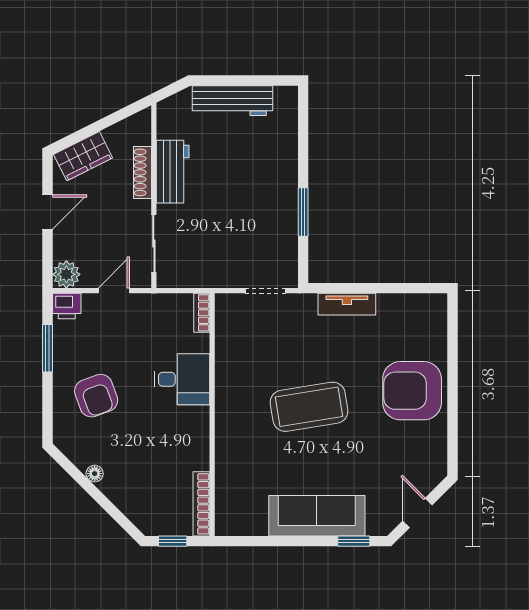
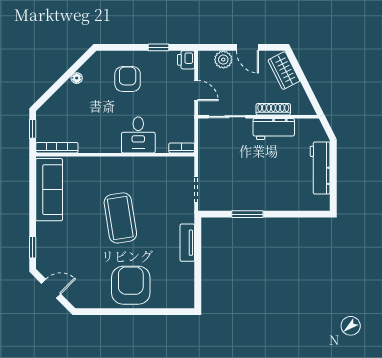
plant: (66, 274) -> (223, 60), moved
window: (48, 348) -> (158, 47), width x0.67
armchair: (96, 396) -> (128, 79), turned 110
sofa: (317, 516) -> (49, 190), moved

